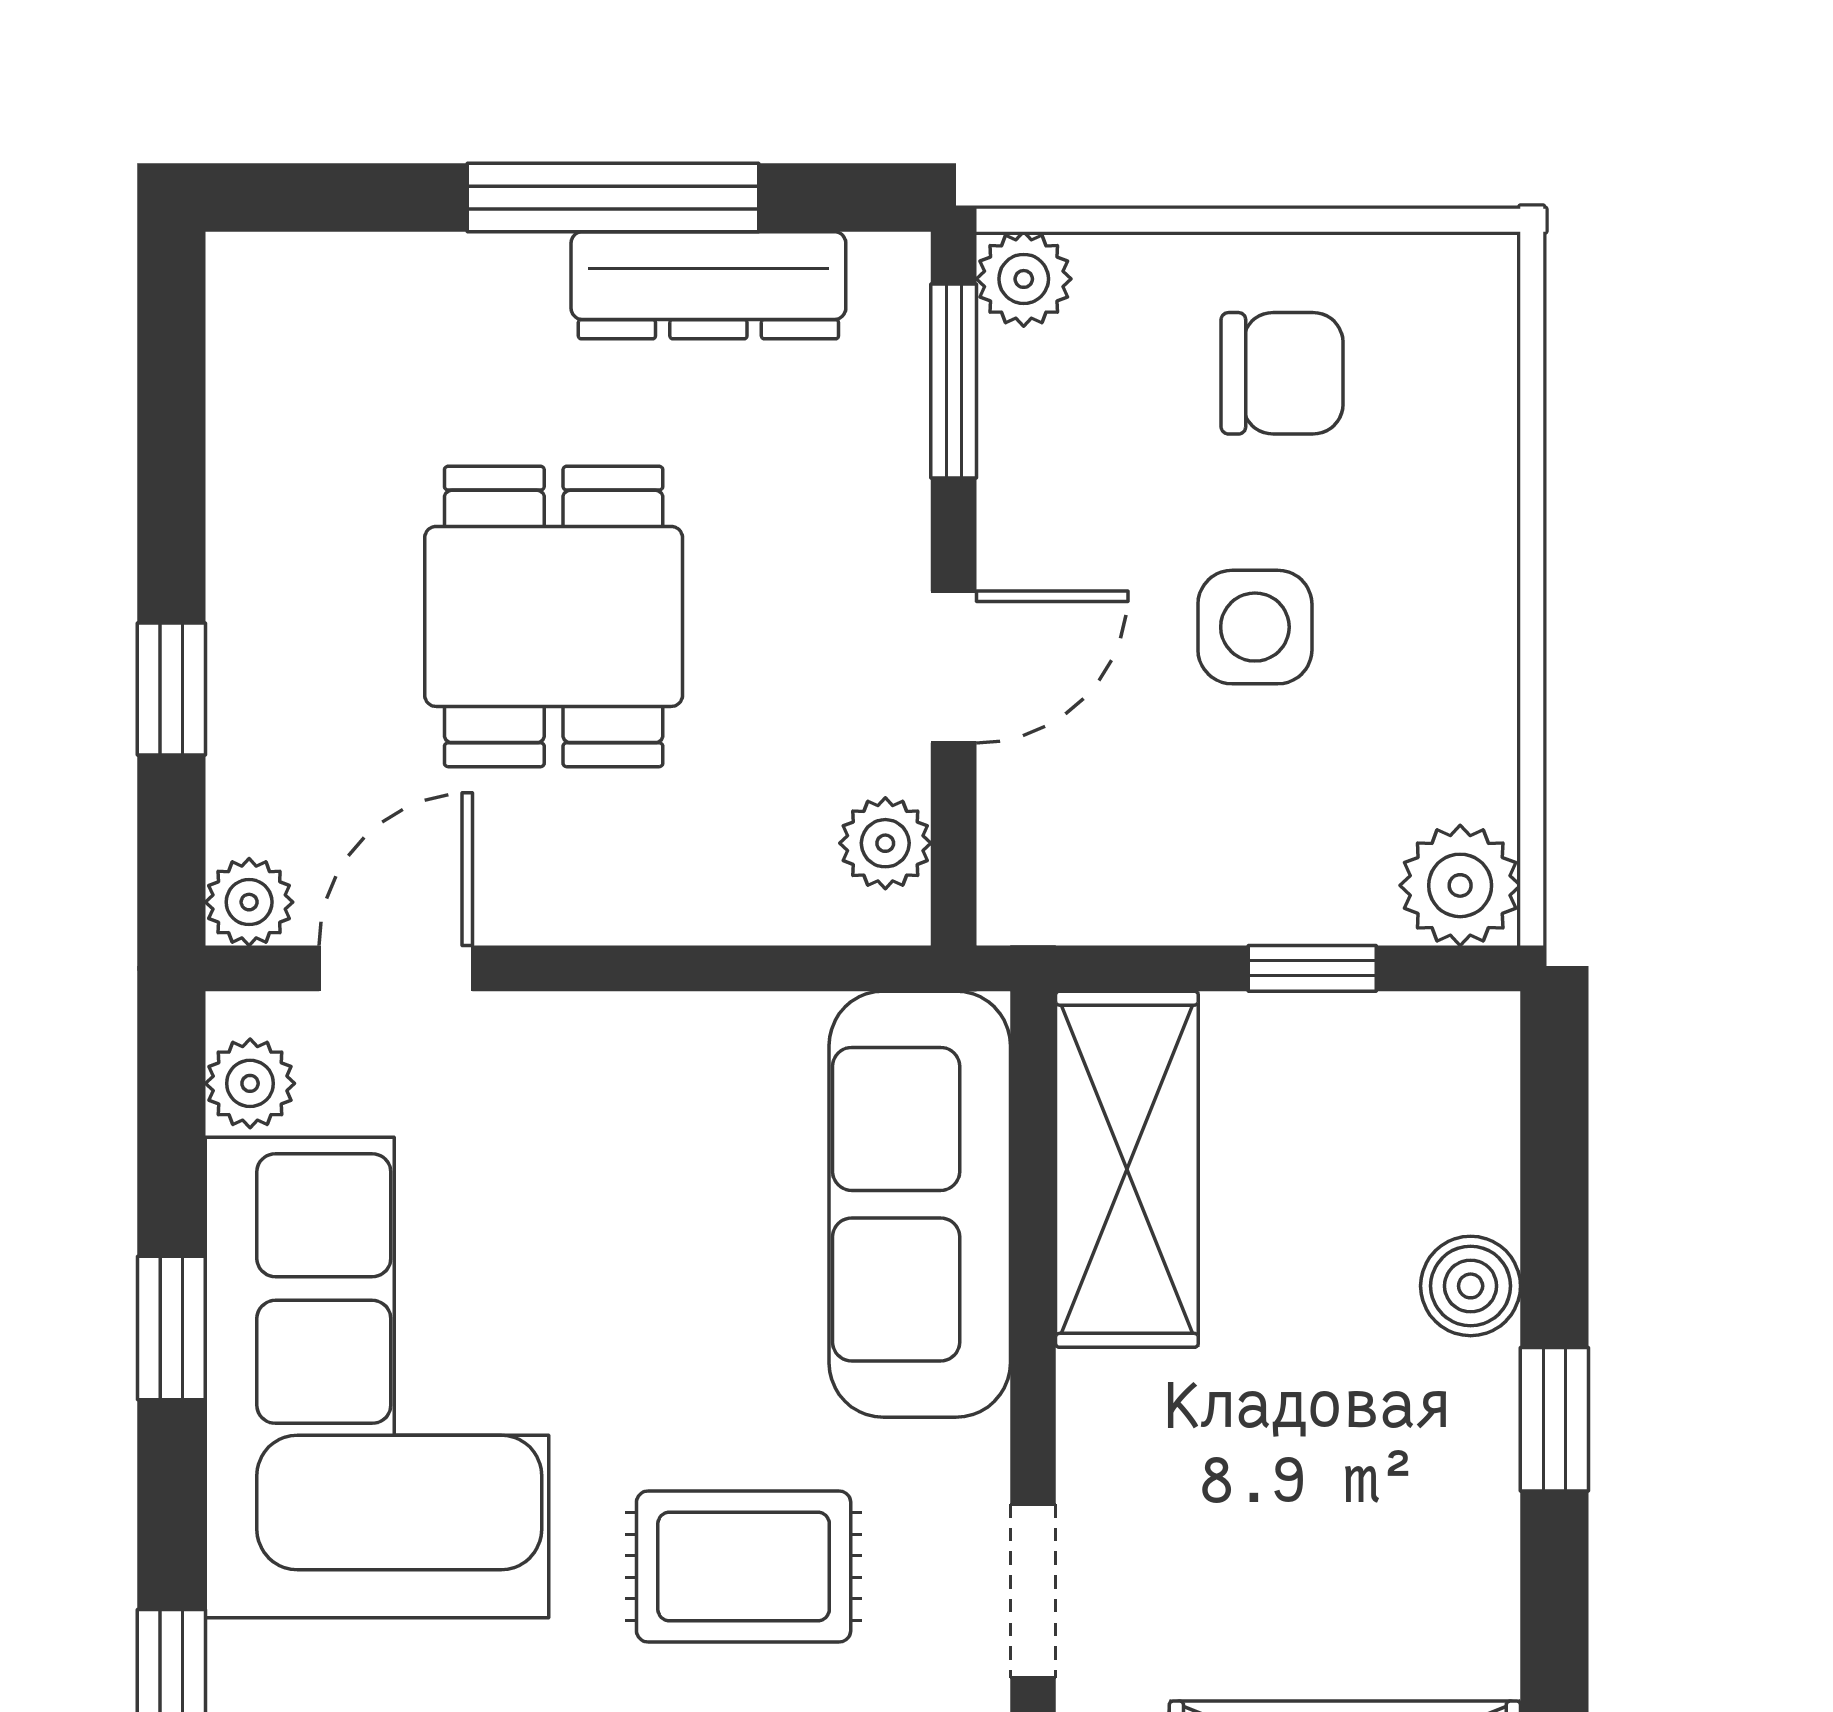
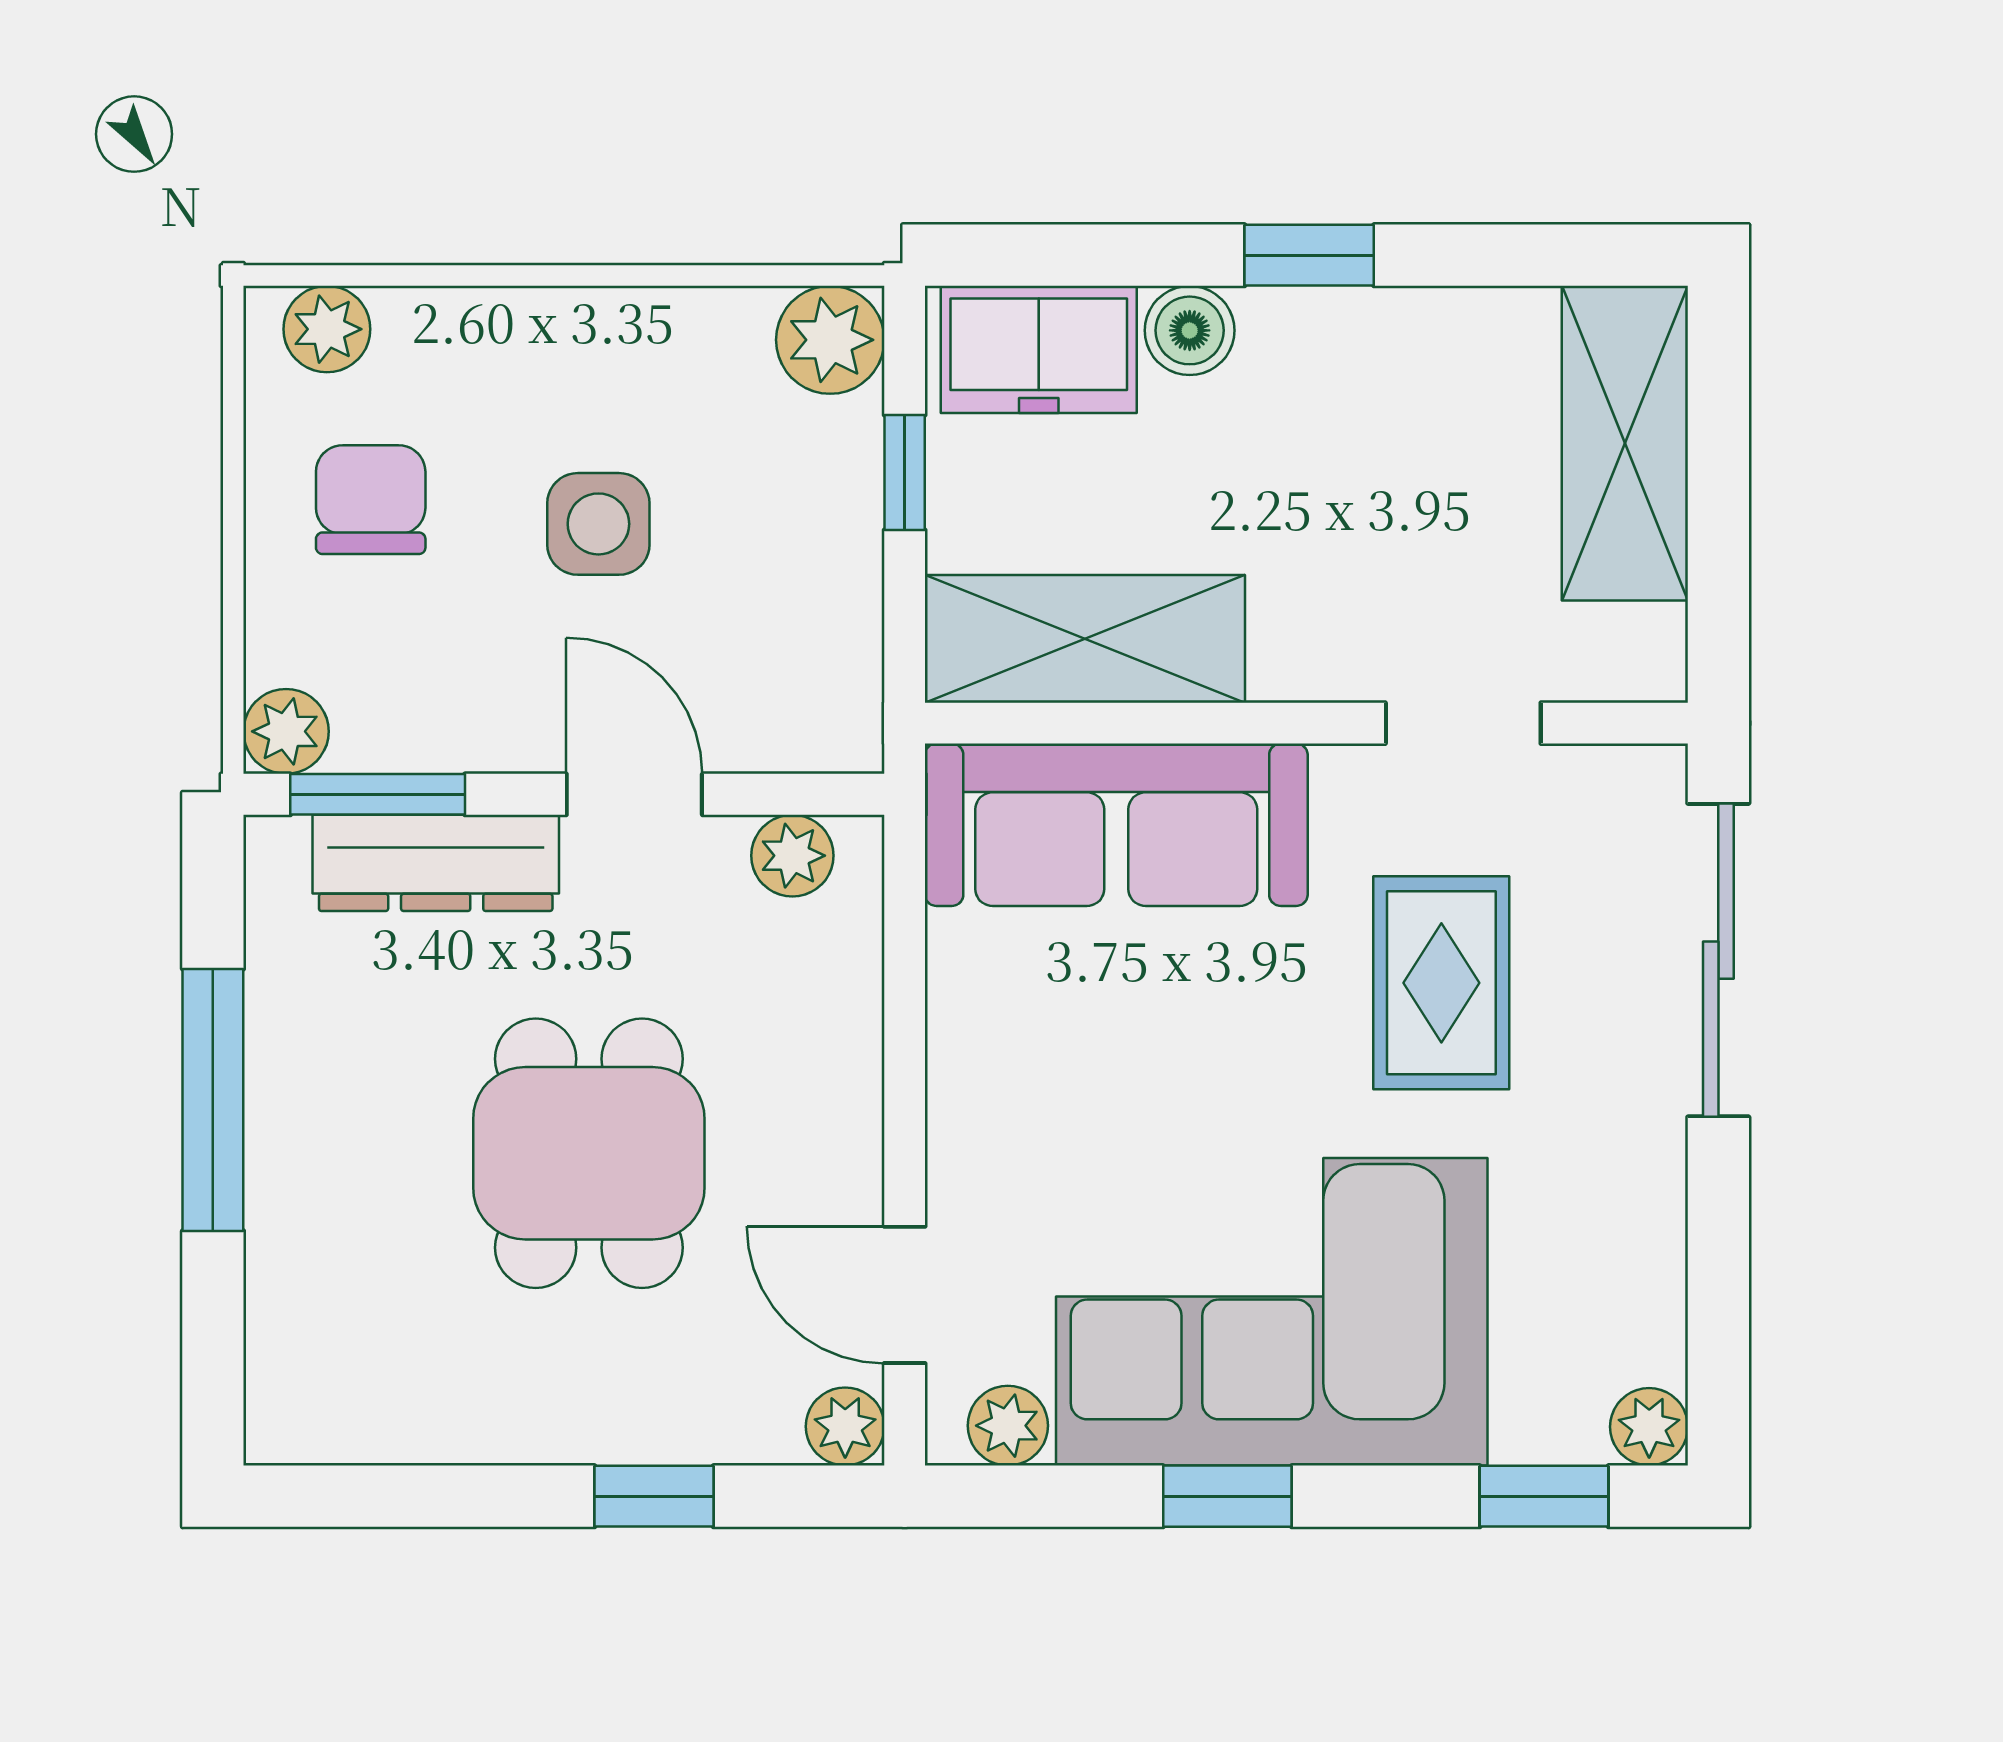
dresser: (708, 285) -> (436, 863), moved, turned 90
plant: (1472, 324) -> (327, 329), added
dining table: (554, 616) -> (589, 1153), turned 90
freezer: (1449, 1118) -> (1039, 349), added

